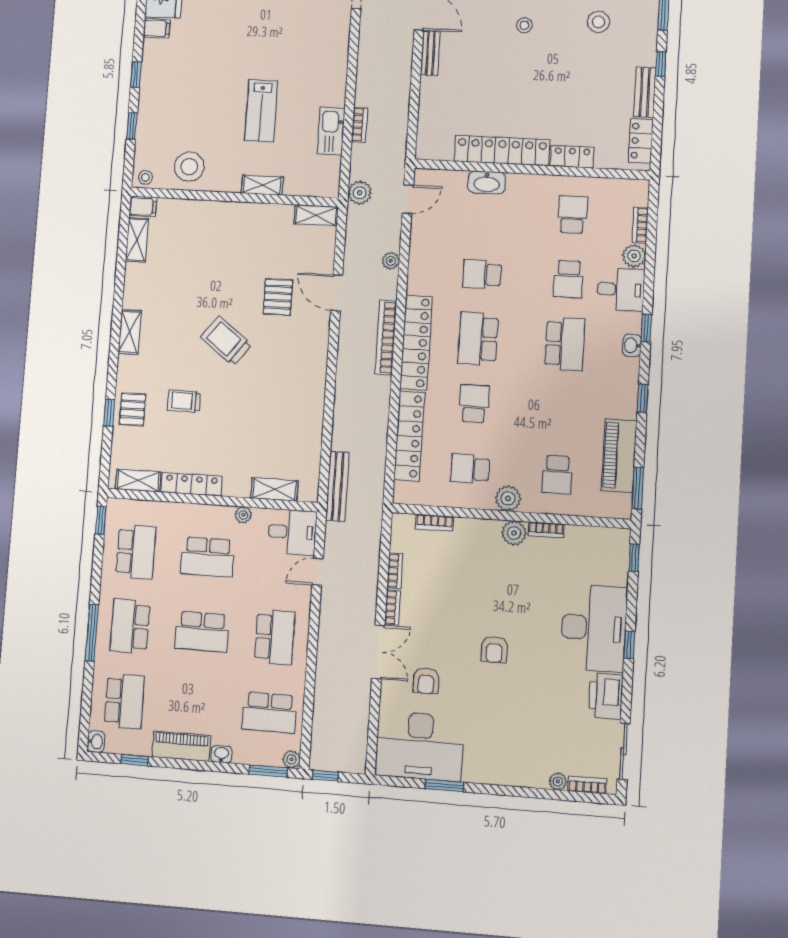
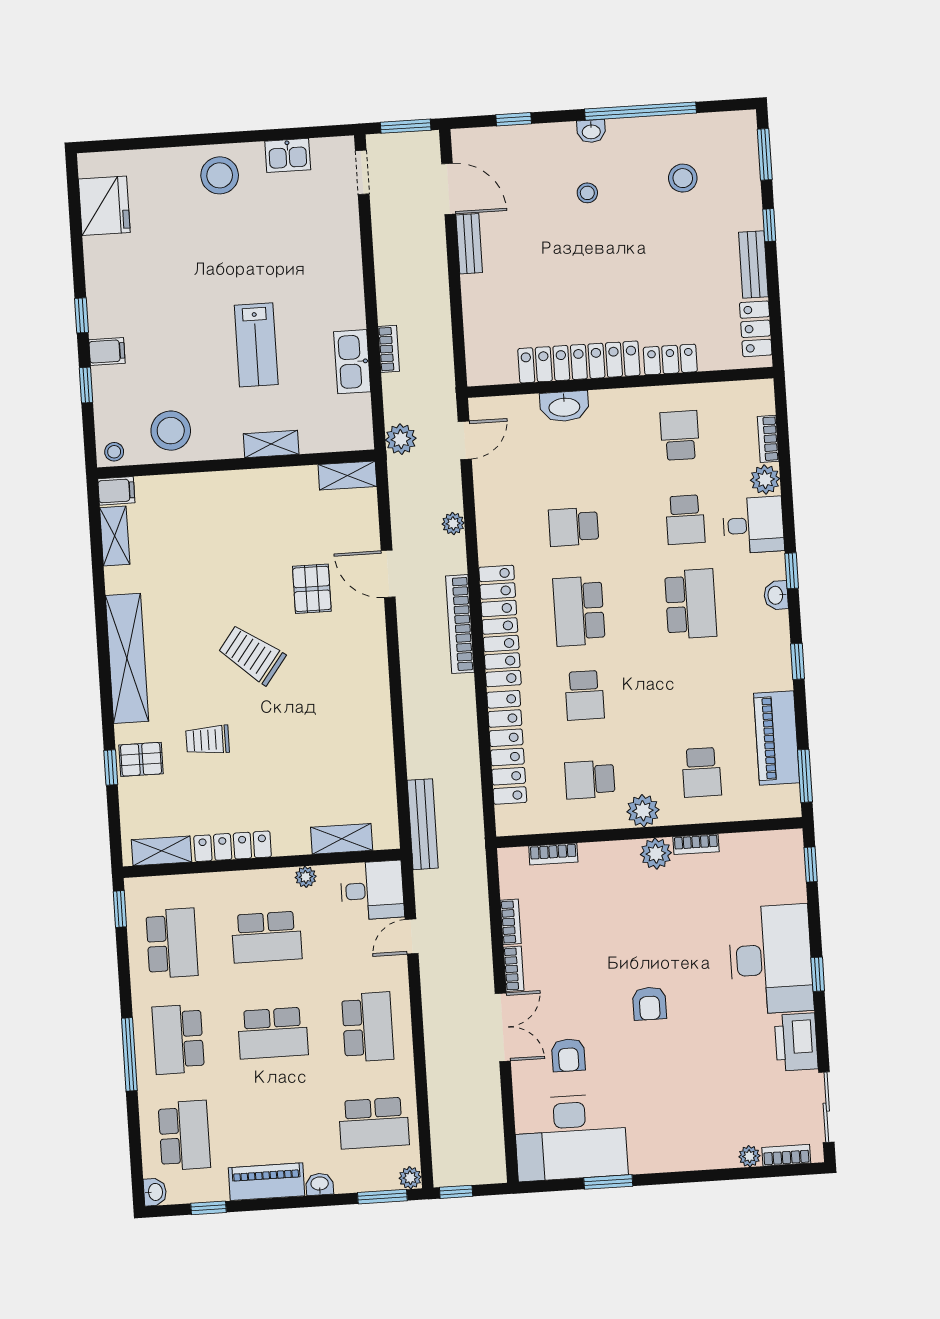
filing cabinet: (157, 28) -> (107, 351), moved
shelving: (130, 332) -> (127, 658), width x2.20, depth x1.33
school desk: (474, 404) -> (584, 695), turned 180
pallet: (133, 409) -> (141, 759), turned 90

